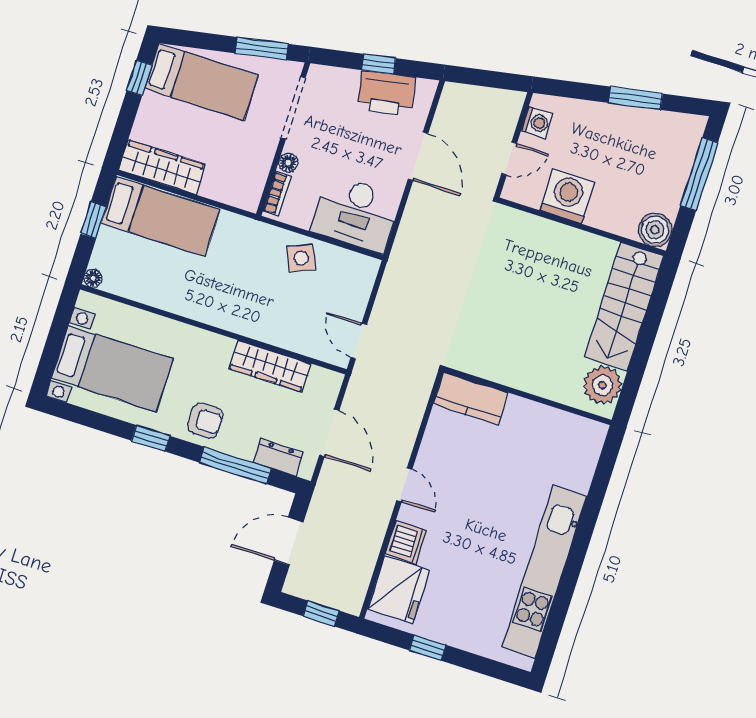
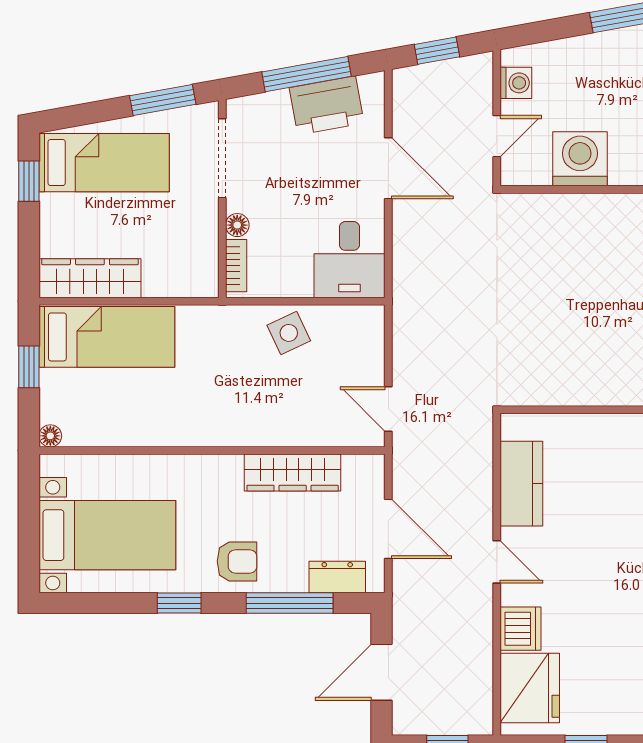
window: (379, 64) -> (307, 74), width x2.17
window: (484, 78) -> (437, 51), added
desk: (356, 214) -> (349, 260), width x0.73
kitchen counter: (471, 398) -> (521, 484), moved, turned -90

